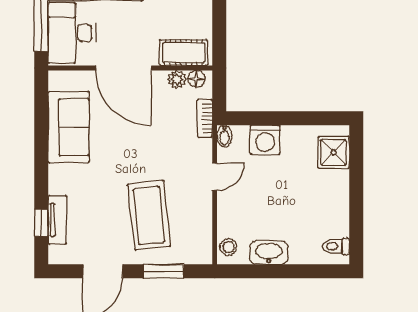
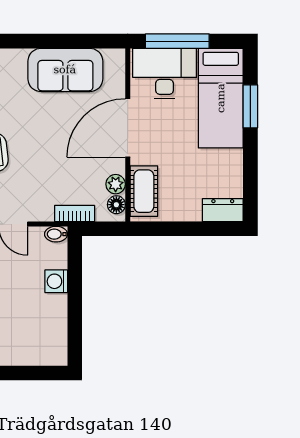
washing machine: (265, 140) -> (56, 281), width x0.73, depth x0.73
shower: (334, 152) -> (39, 349), removed

